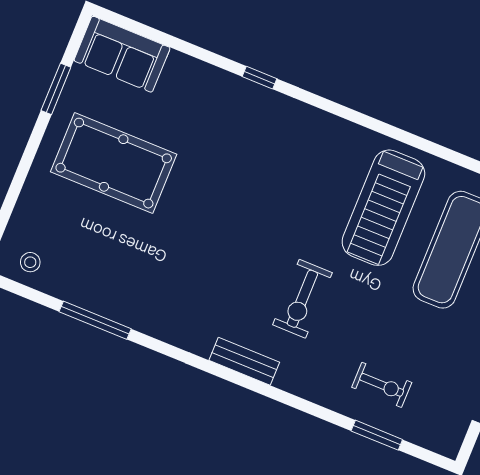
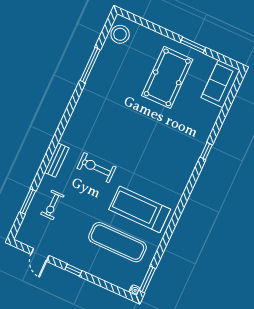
window: (56, 89) -> (193, 45), moved
stool: (30, 262) -> (120, 34), width x1.89, depth x1.89
bench: (244, 361) -> (57, 160), moved

